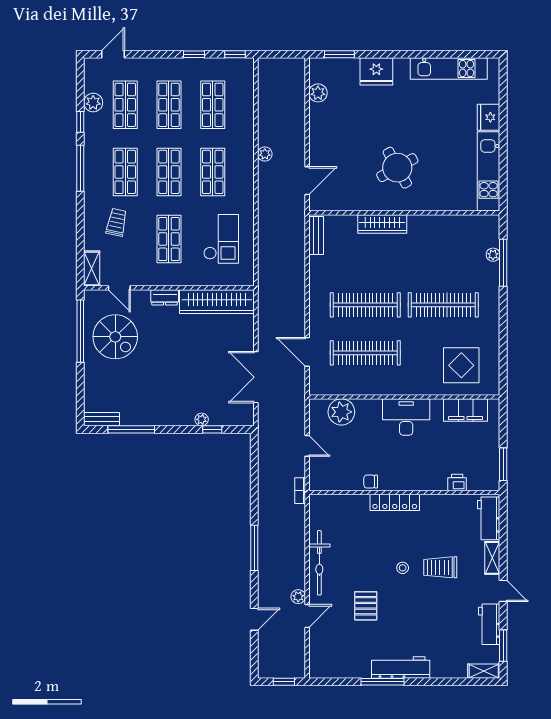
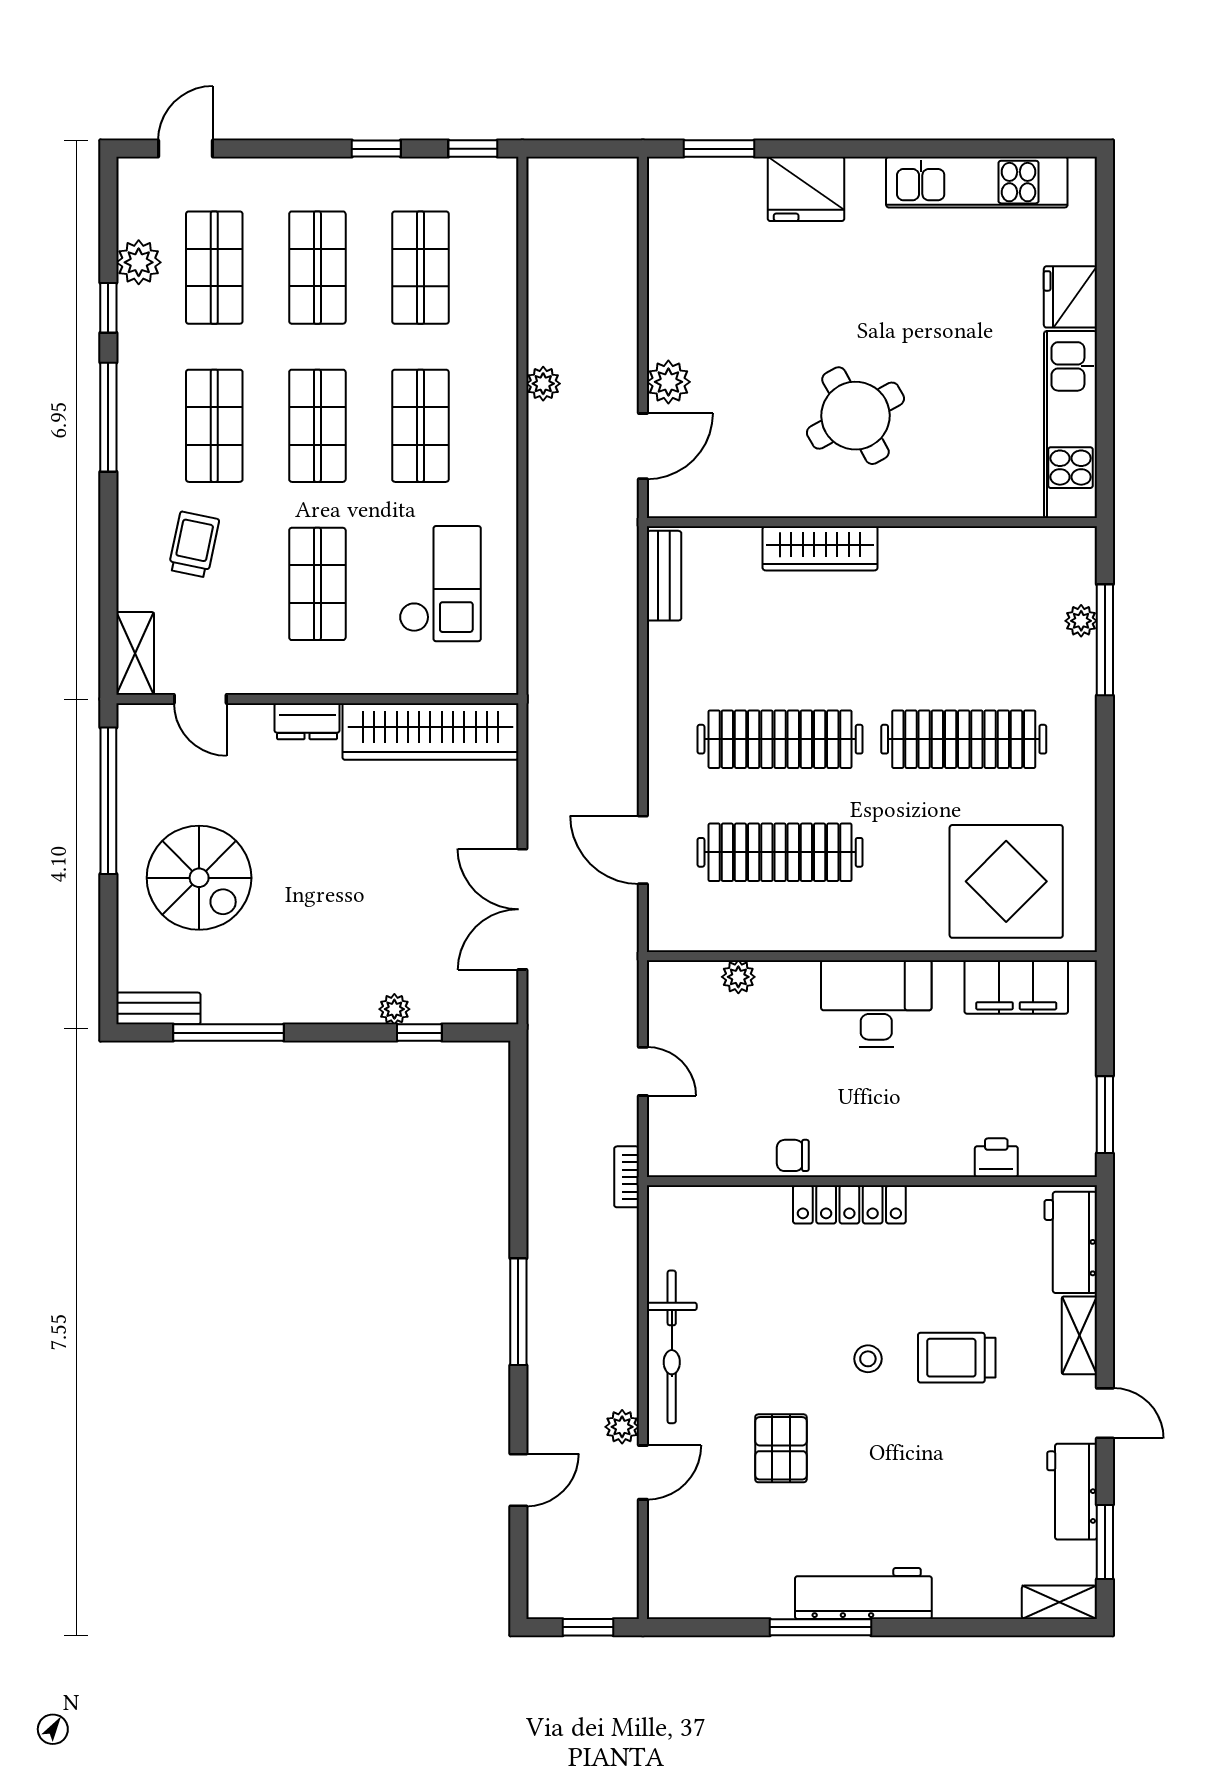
plant: (318, 93) -> (668, 382), moved
spiral stairs: (115, 337) -> (199, 878), moved
display table: (461, 365) -> (1006, 881), width x1.36, depth x1.36
plant: (341, 412) -> (738, 977), width x0.53, depth x0.53

